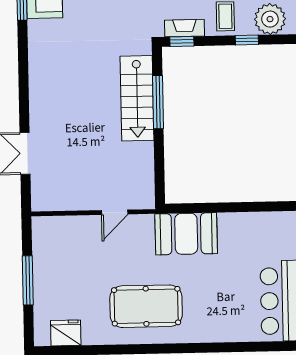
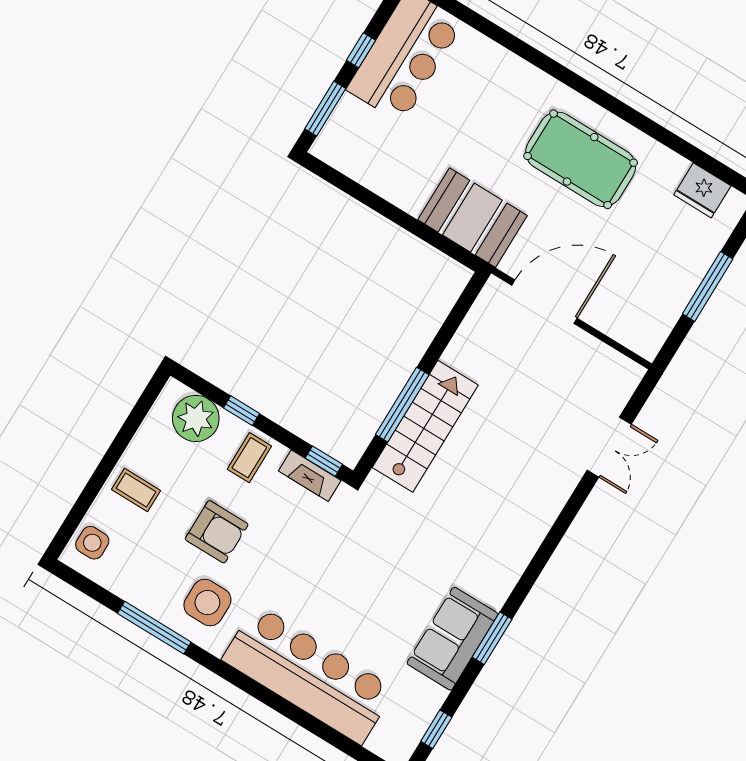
door: (115, 212) -> (545, 302), width x1.88

